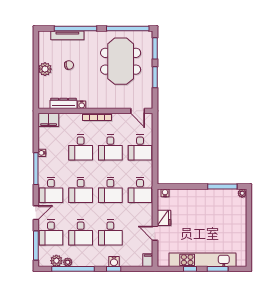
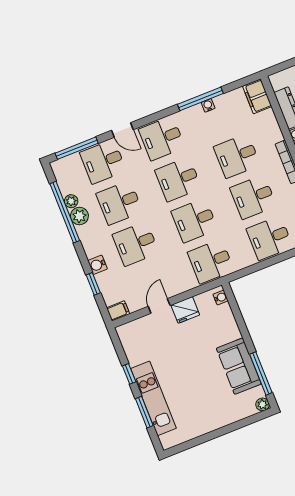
window: (36, 169) -> (200, 99), moved
sofa: (212, 199) -> (239, 366), added
kitchen unit: (202, 260) -> (154, 398), width x0.73
plant: (56, 261) -> (79, 216), moved
window: (114, 269) -> (93, 284), moved

